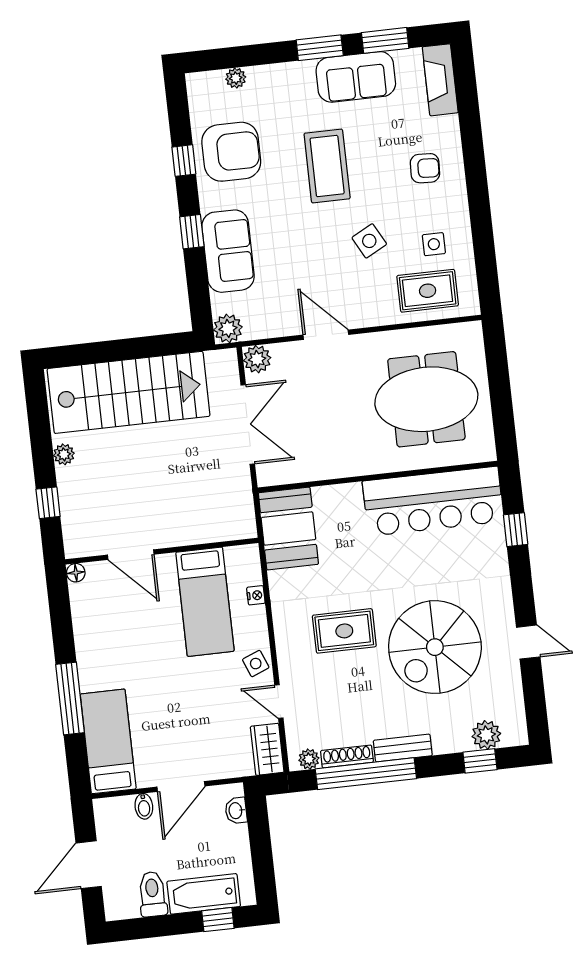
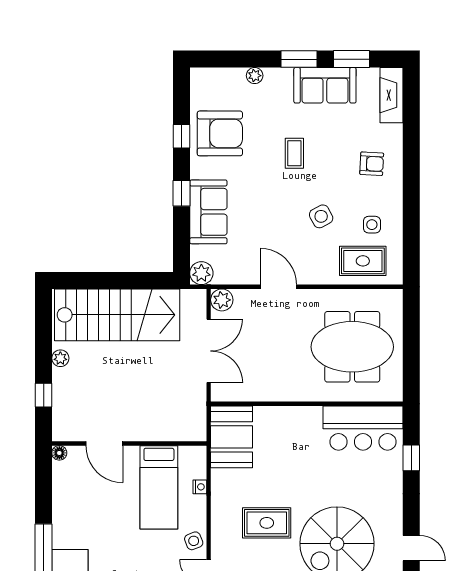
plant: (236, 78) -> (255, 76), moved
coffee table: (327, 166) -> (294, 153), width x0.54, depth x0.58
bar counter: (433, 501) -> (363, 428), width x0.73

